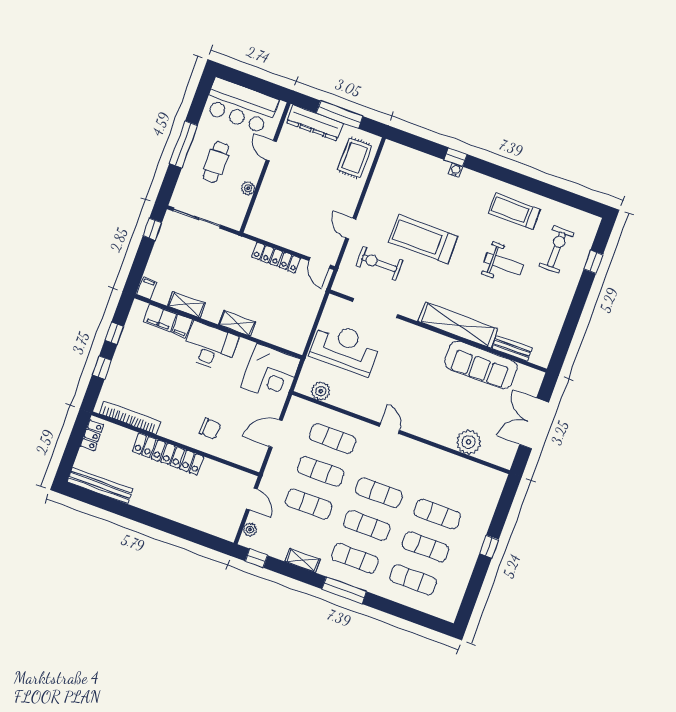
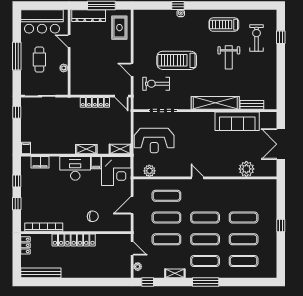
weight bench: (504, 264) -> (229, 57), turned 90
shelving: (187, 305) -> (120, 149), moved
filing cabinet: (182, 326) -> (96, 163), moved
reception desk: (345, 348) -> (154, 140), turned 180

